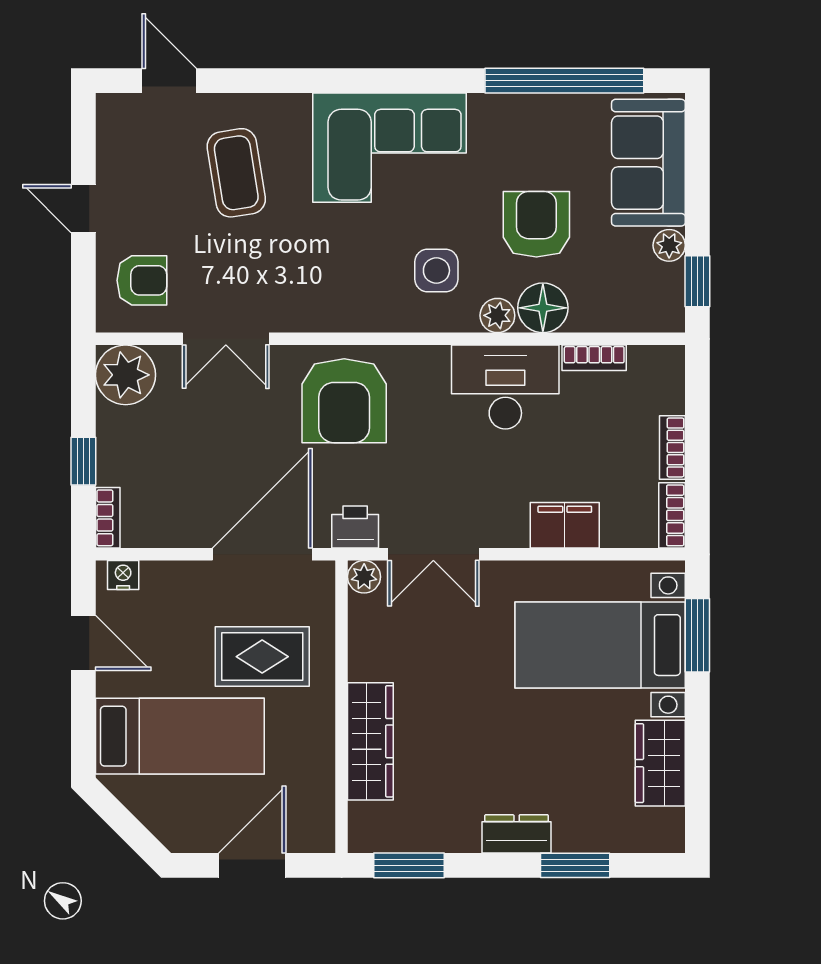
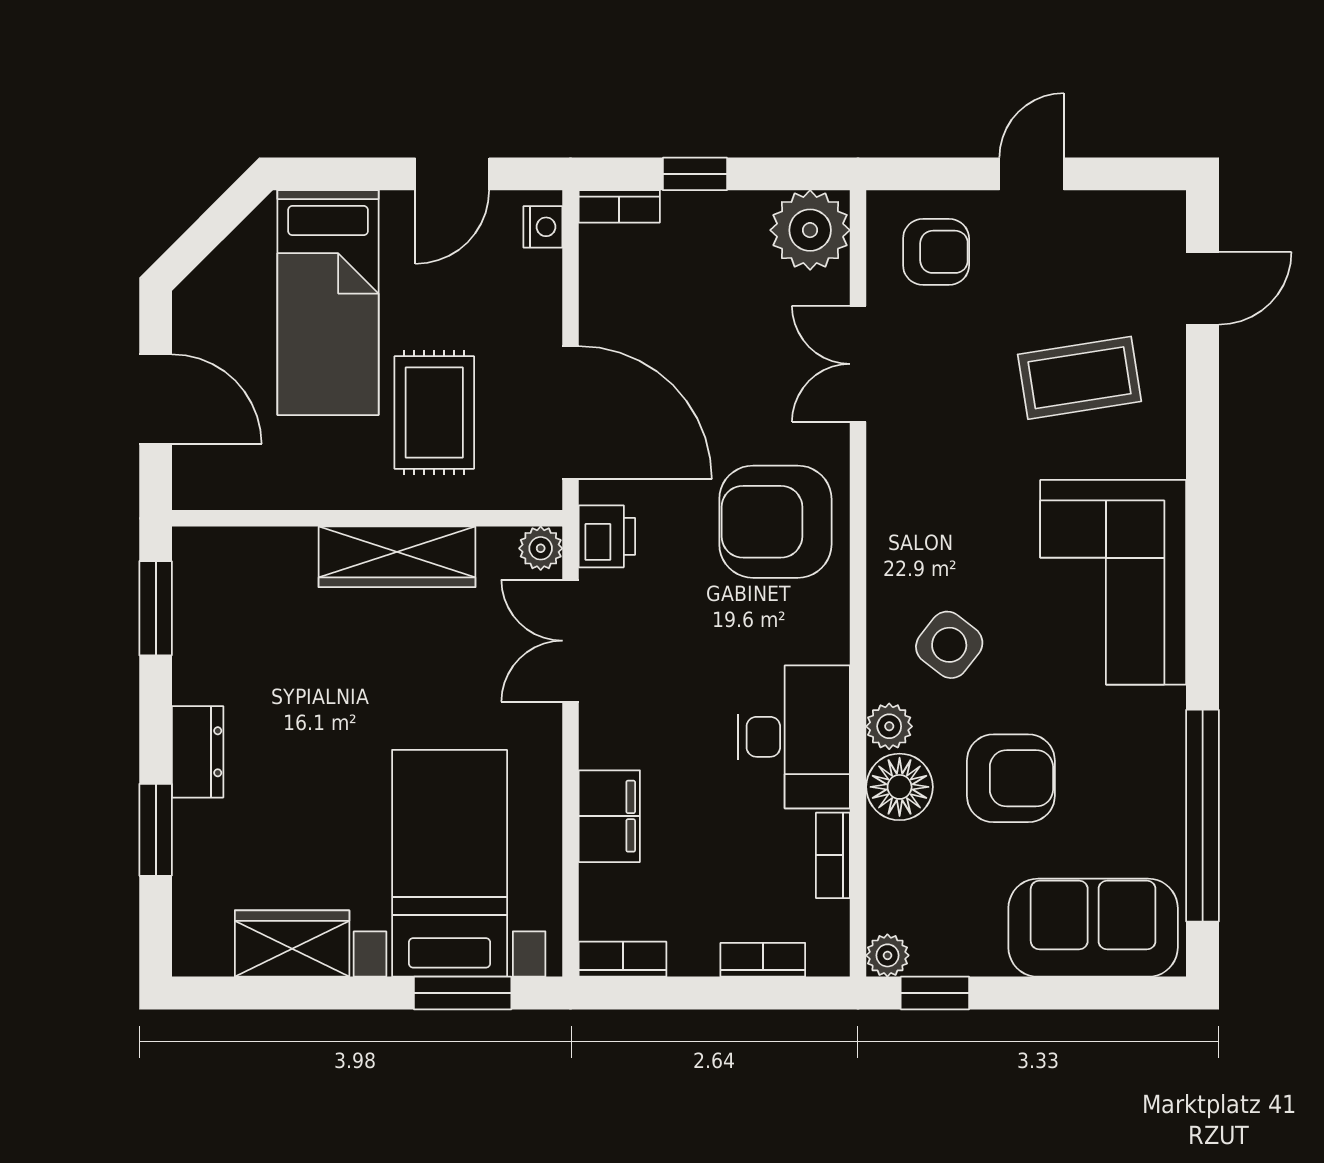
plant: (669, 245) -> (887, 955), moved
side table: (436, 271) -> (949, 645), turned 38
armchair: (142, 280) -> (936, 252), turned -90
bookcase: (672, 447) -> (763, 960), moved
wardrobe: (370, 741) -> (397, 557), moved

